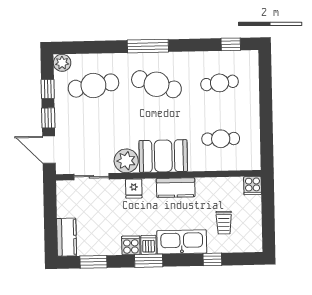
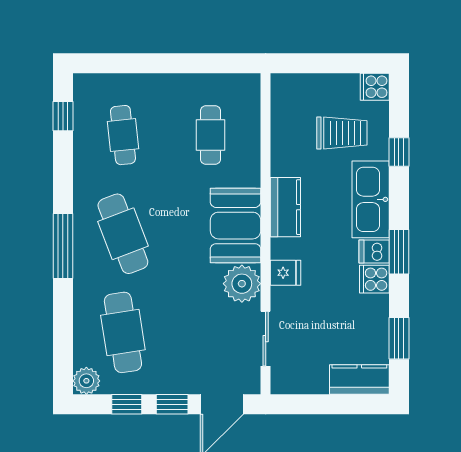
cafe table: (156, 84) -> (123, 234), turned -39
cooker: (253, 186) -> (375, 87), moved, turned 180
trolley: (224, 223) -> (342, 133), width x1.36, depth x1.39

